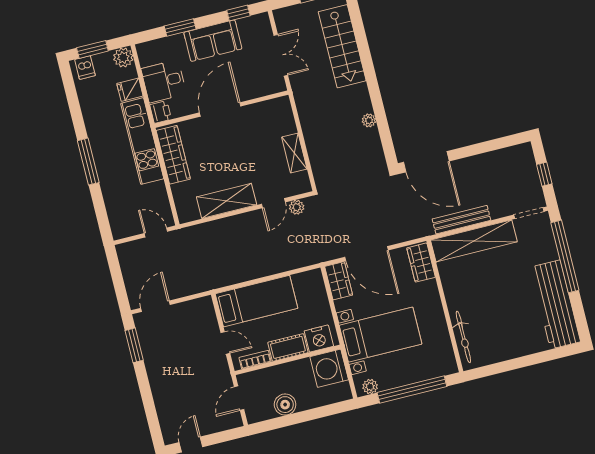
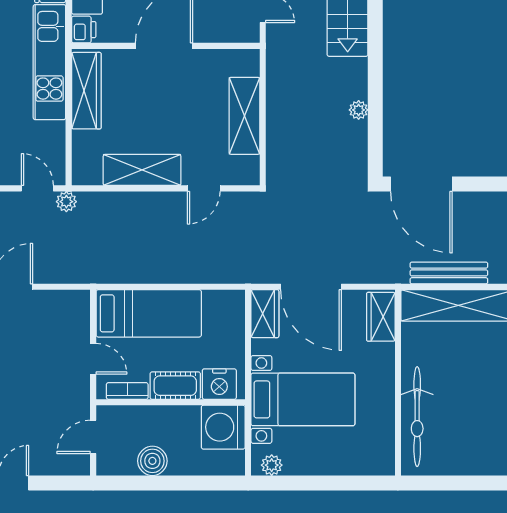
shelving: (294, 153) -> (244, 116), width x1.50, depth x1.33
plant: (297, 207) -> (66, 202), moved
bicycle: (463, 337) -> (417, 417), width x1.37, depth x1.40
window: (412, 389) -> (327, 483), removed

